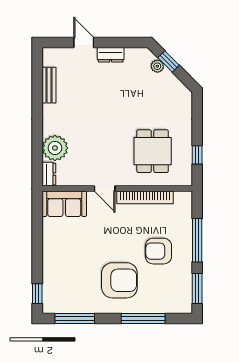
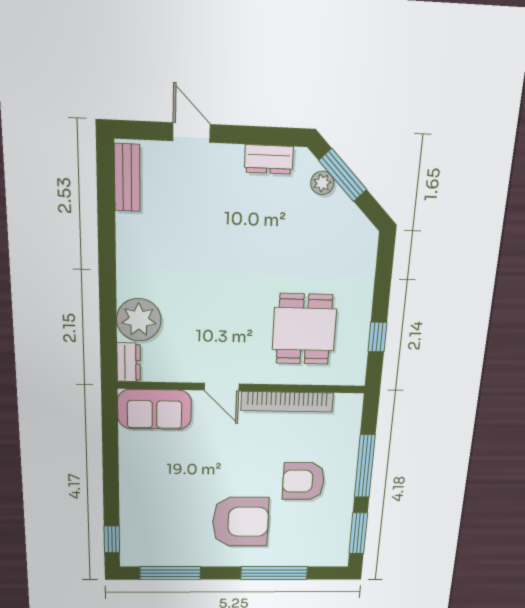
dresser: (111, 55) -> (269, 159), moved
window: (169, 61) -> (343, 175), width x1.50
bench: (49, 85) -> (127, 178), moved

